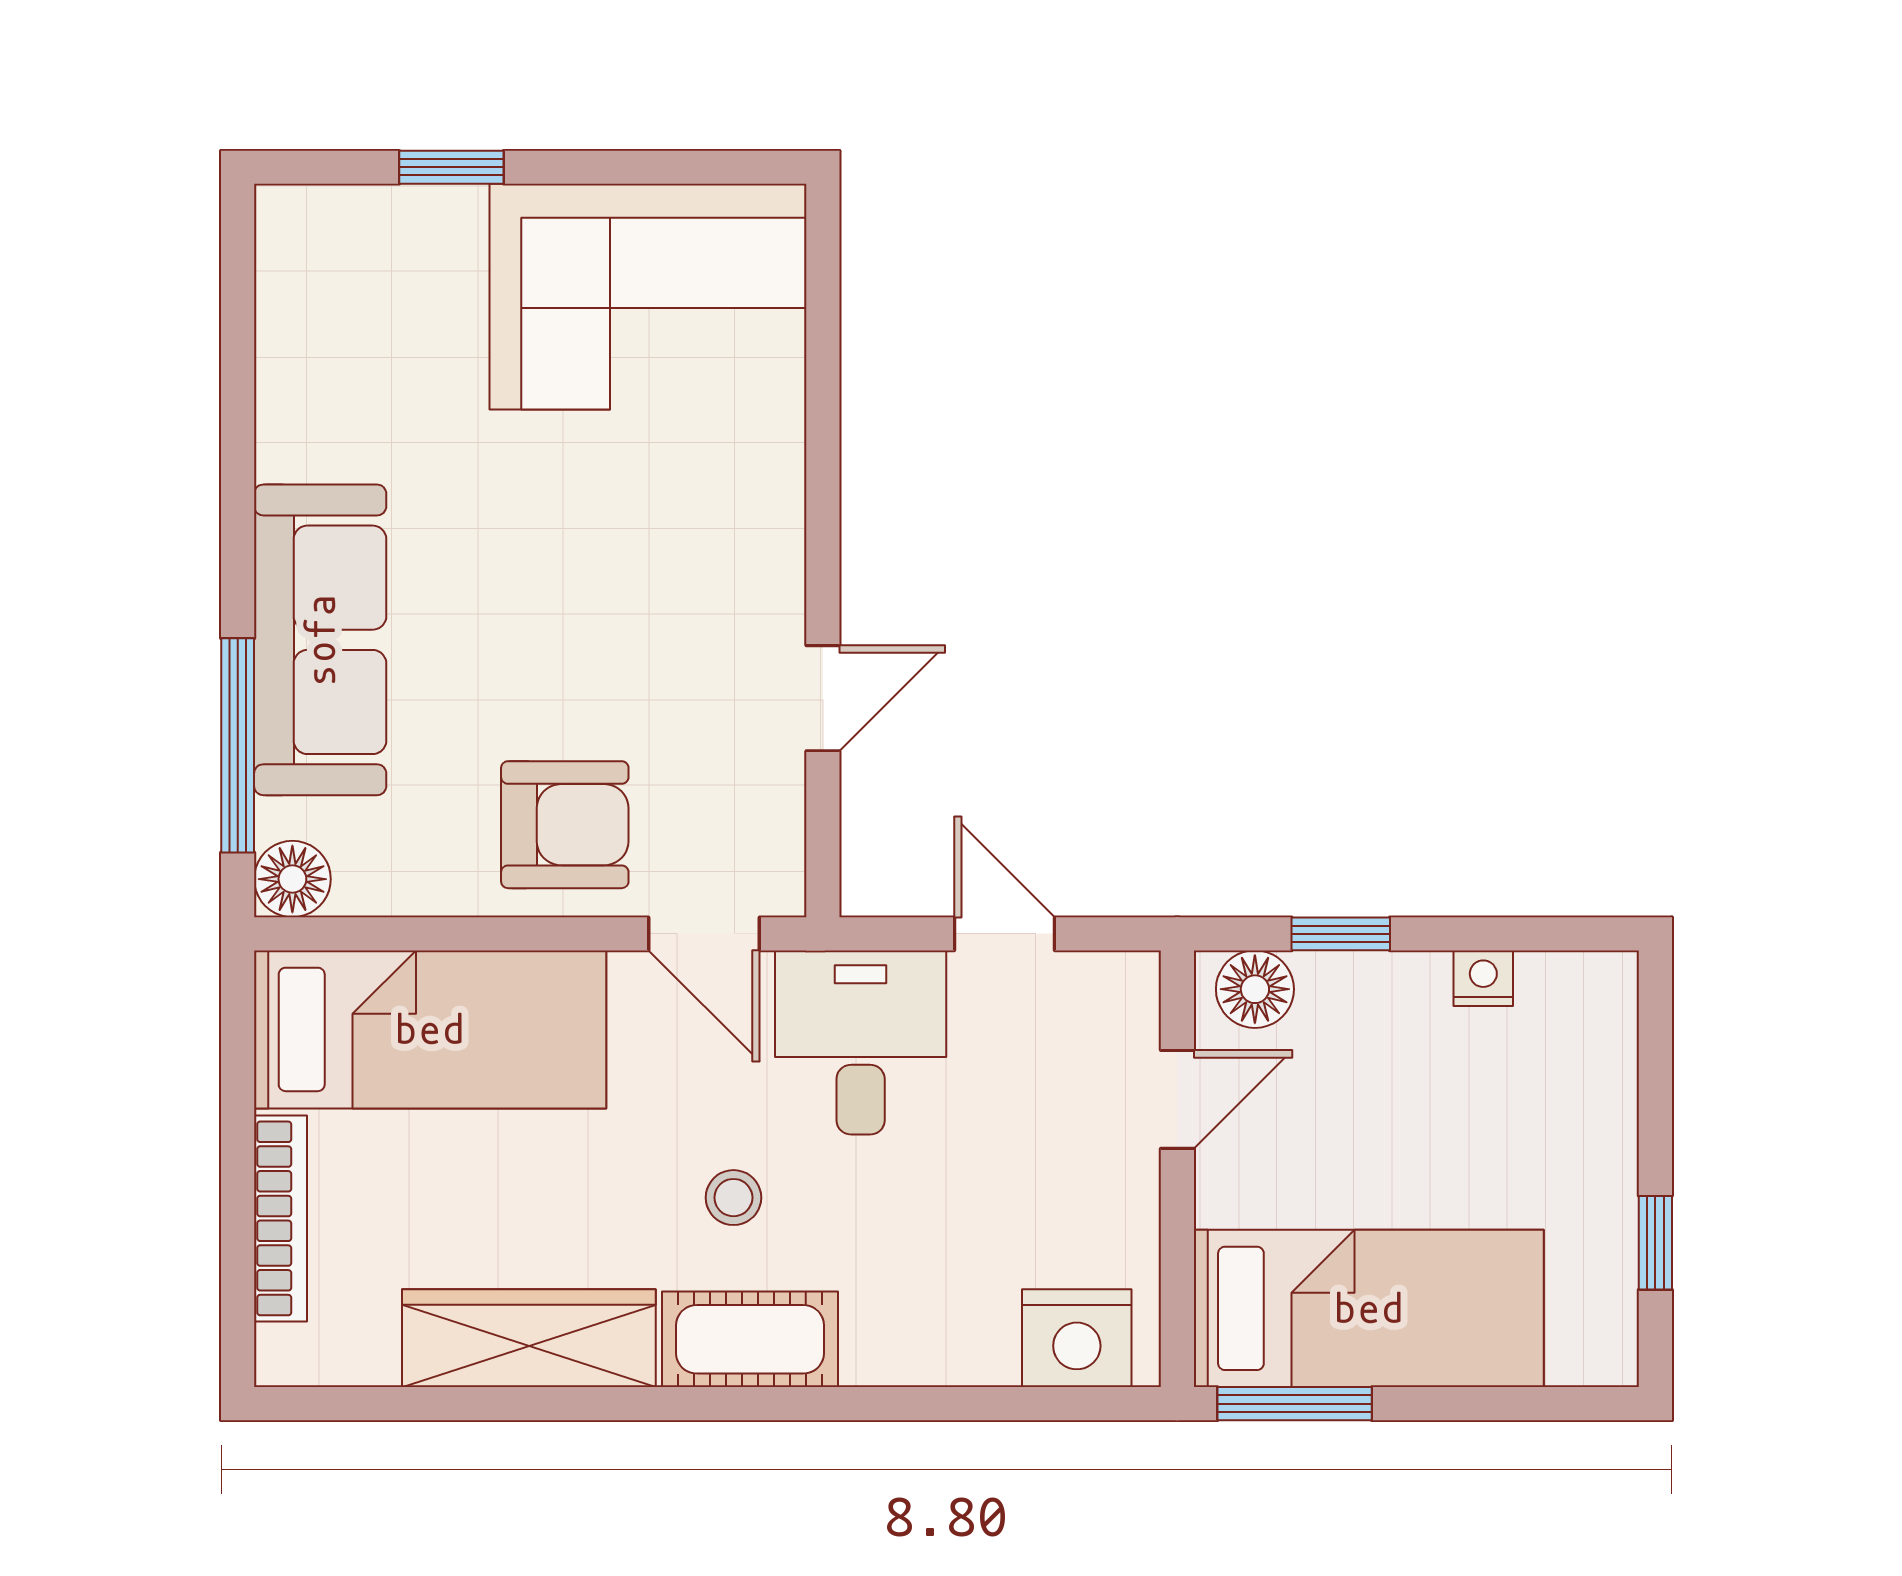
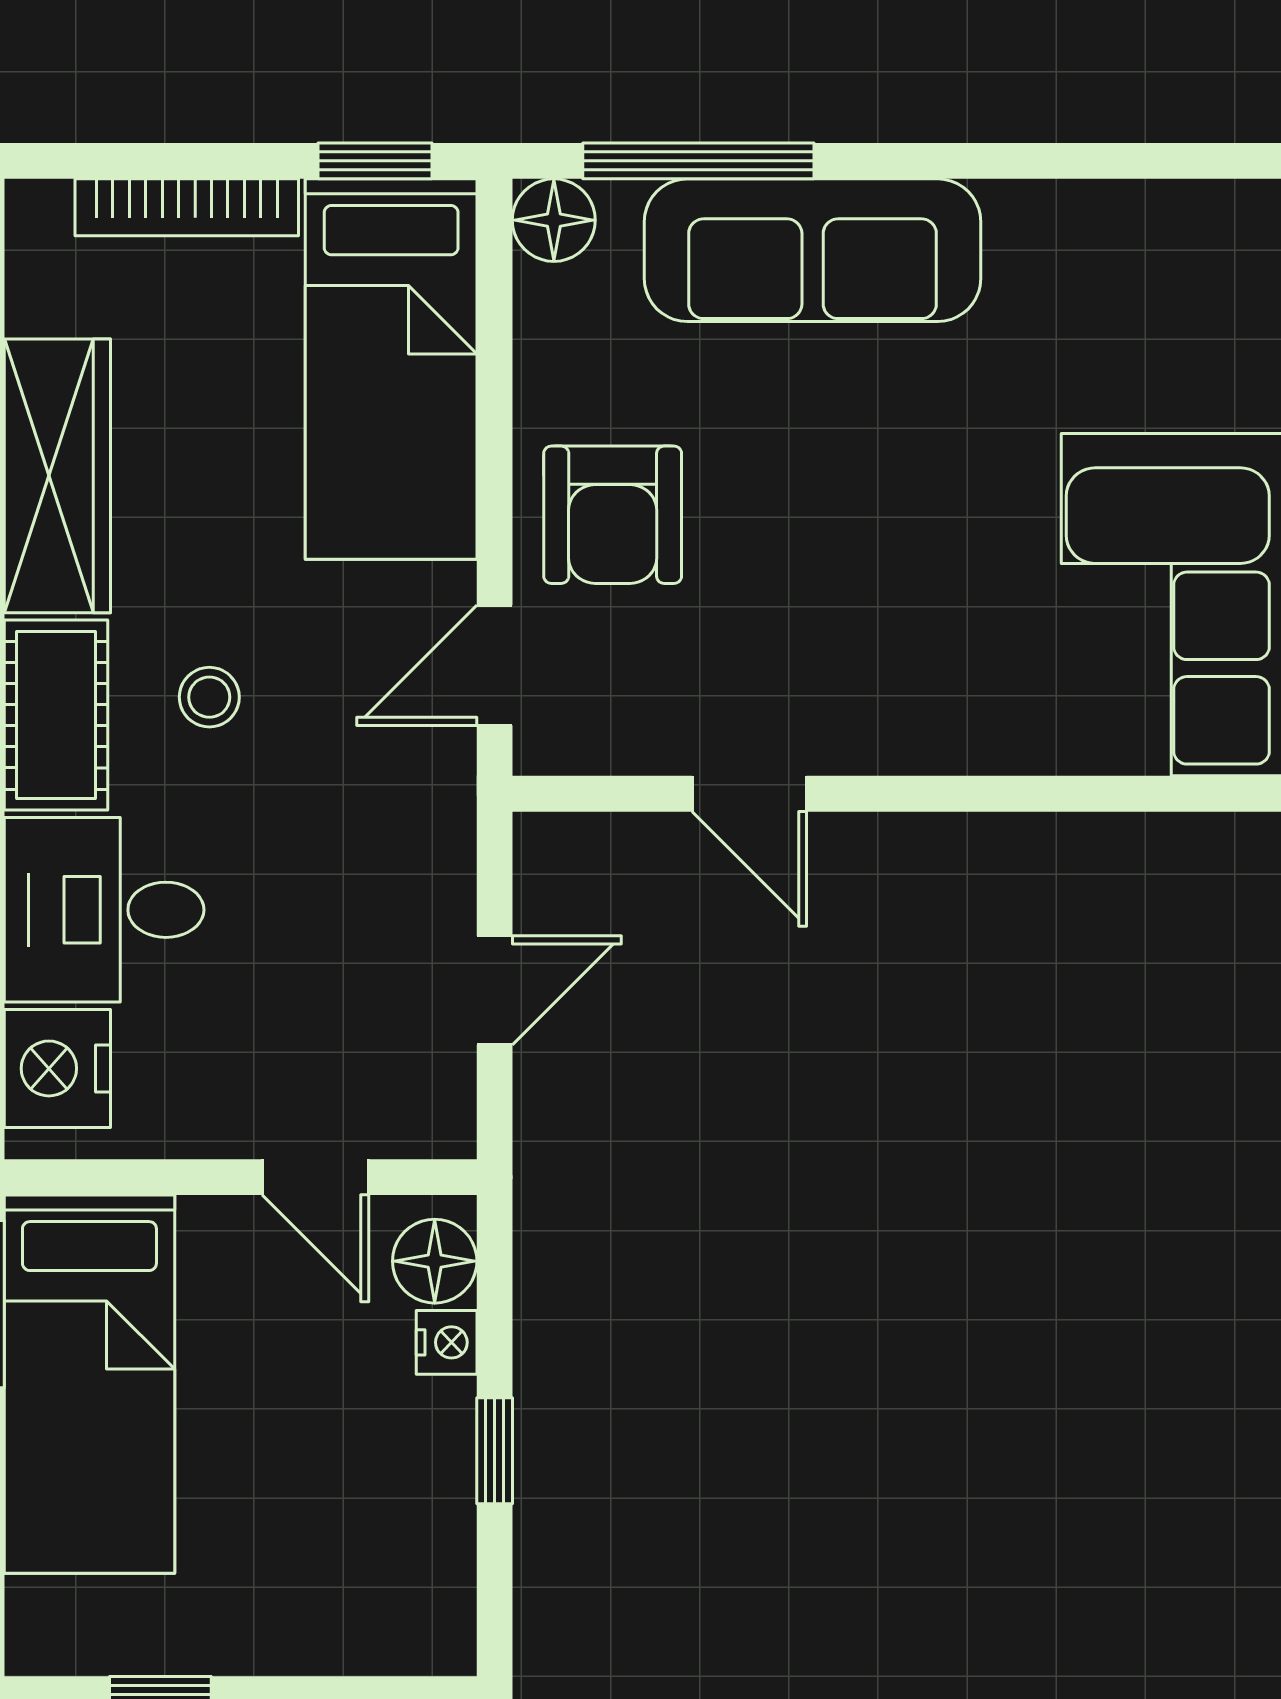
window: (1341, 934) -> (495, 1451), moved
nightstand: (1483, 978) -> (447, 1342), moved
desk: (861, 1042) -> (104, 910), moved, turned 180
window: (238, 1044) -> (375, 161), added

